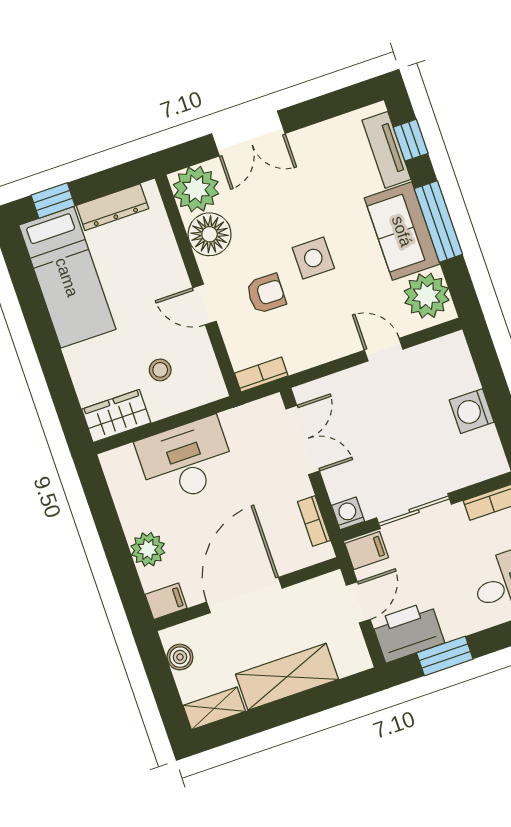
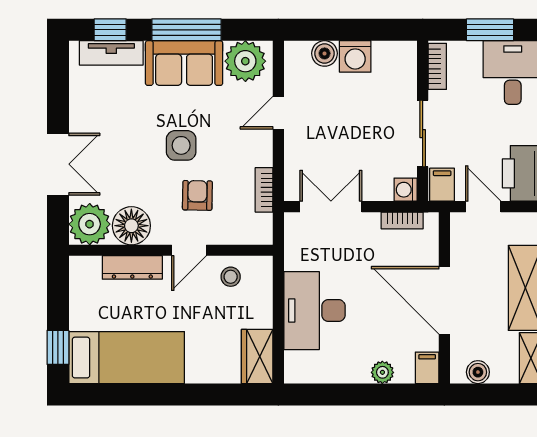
dresser: (112, 207) -> (132, 267), moved, turned 90
stool: (160, 370) -> (231, 277), moved
bookcase: (261, 375) -> (264, 190), moved
boiler: (464, 377) -> (325, 53), added
plant: (148, 549) -> (382, 372), width x0.73, depth x0.73

